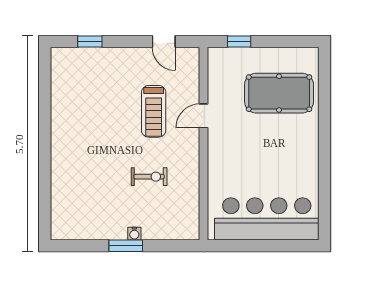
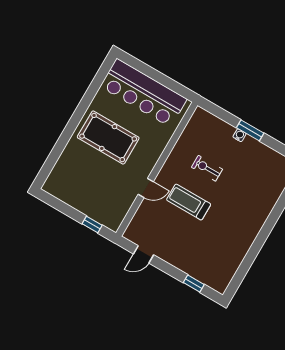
door: (164, 42) -> (143, 254), swing flipped
pool table: (279, 93) -> (108, 138), moved
treadmill: (154, 111) -> (189, 202), moved, turned -90

